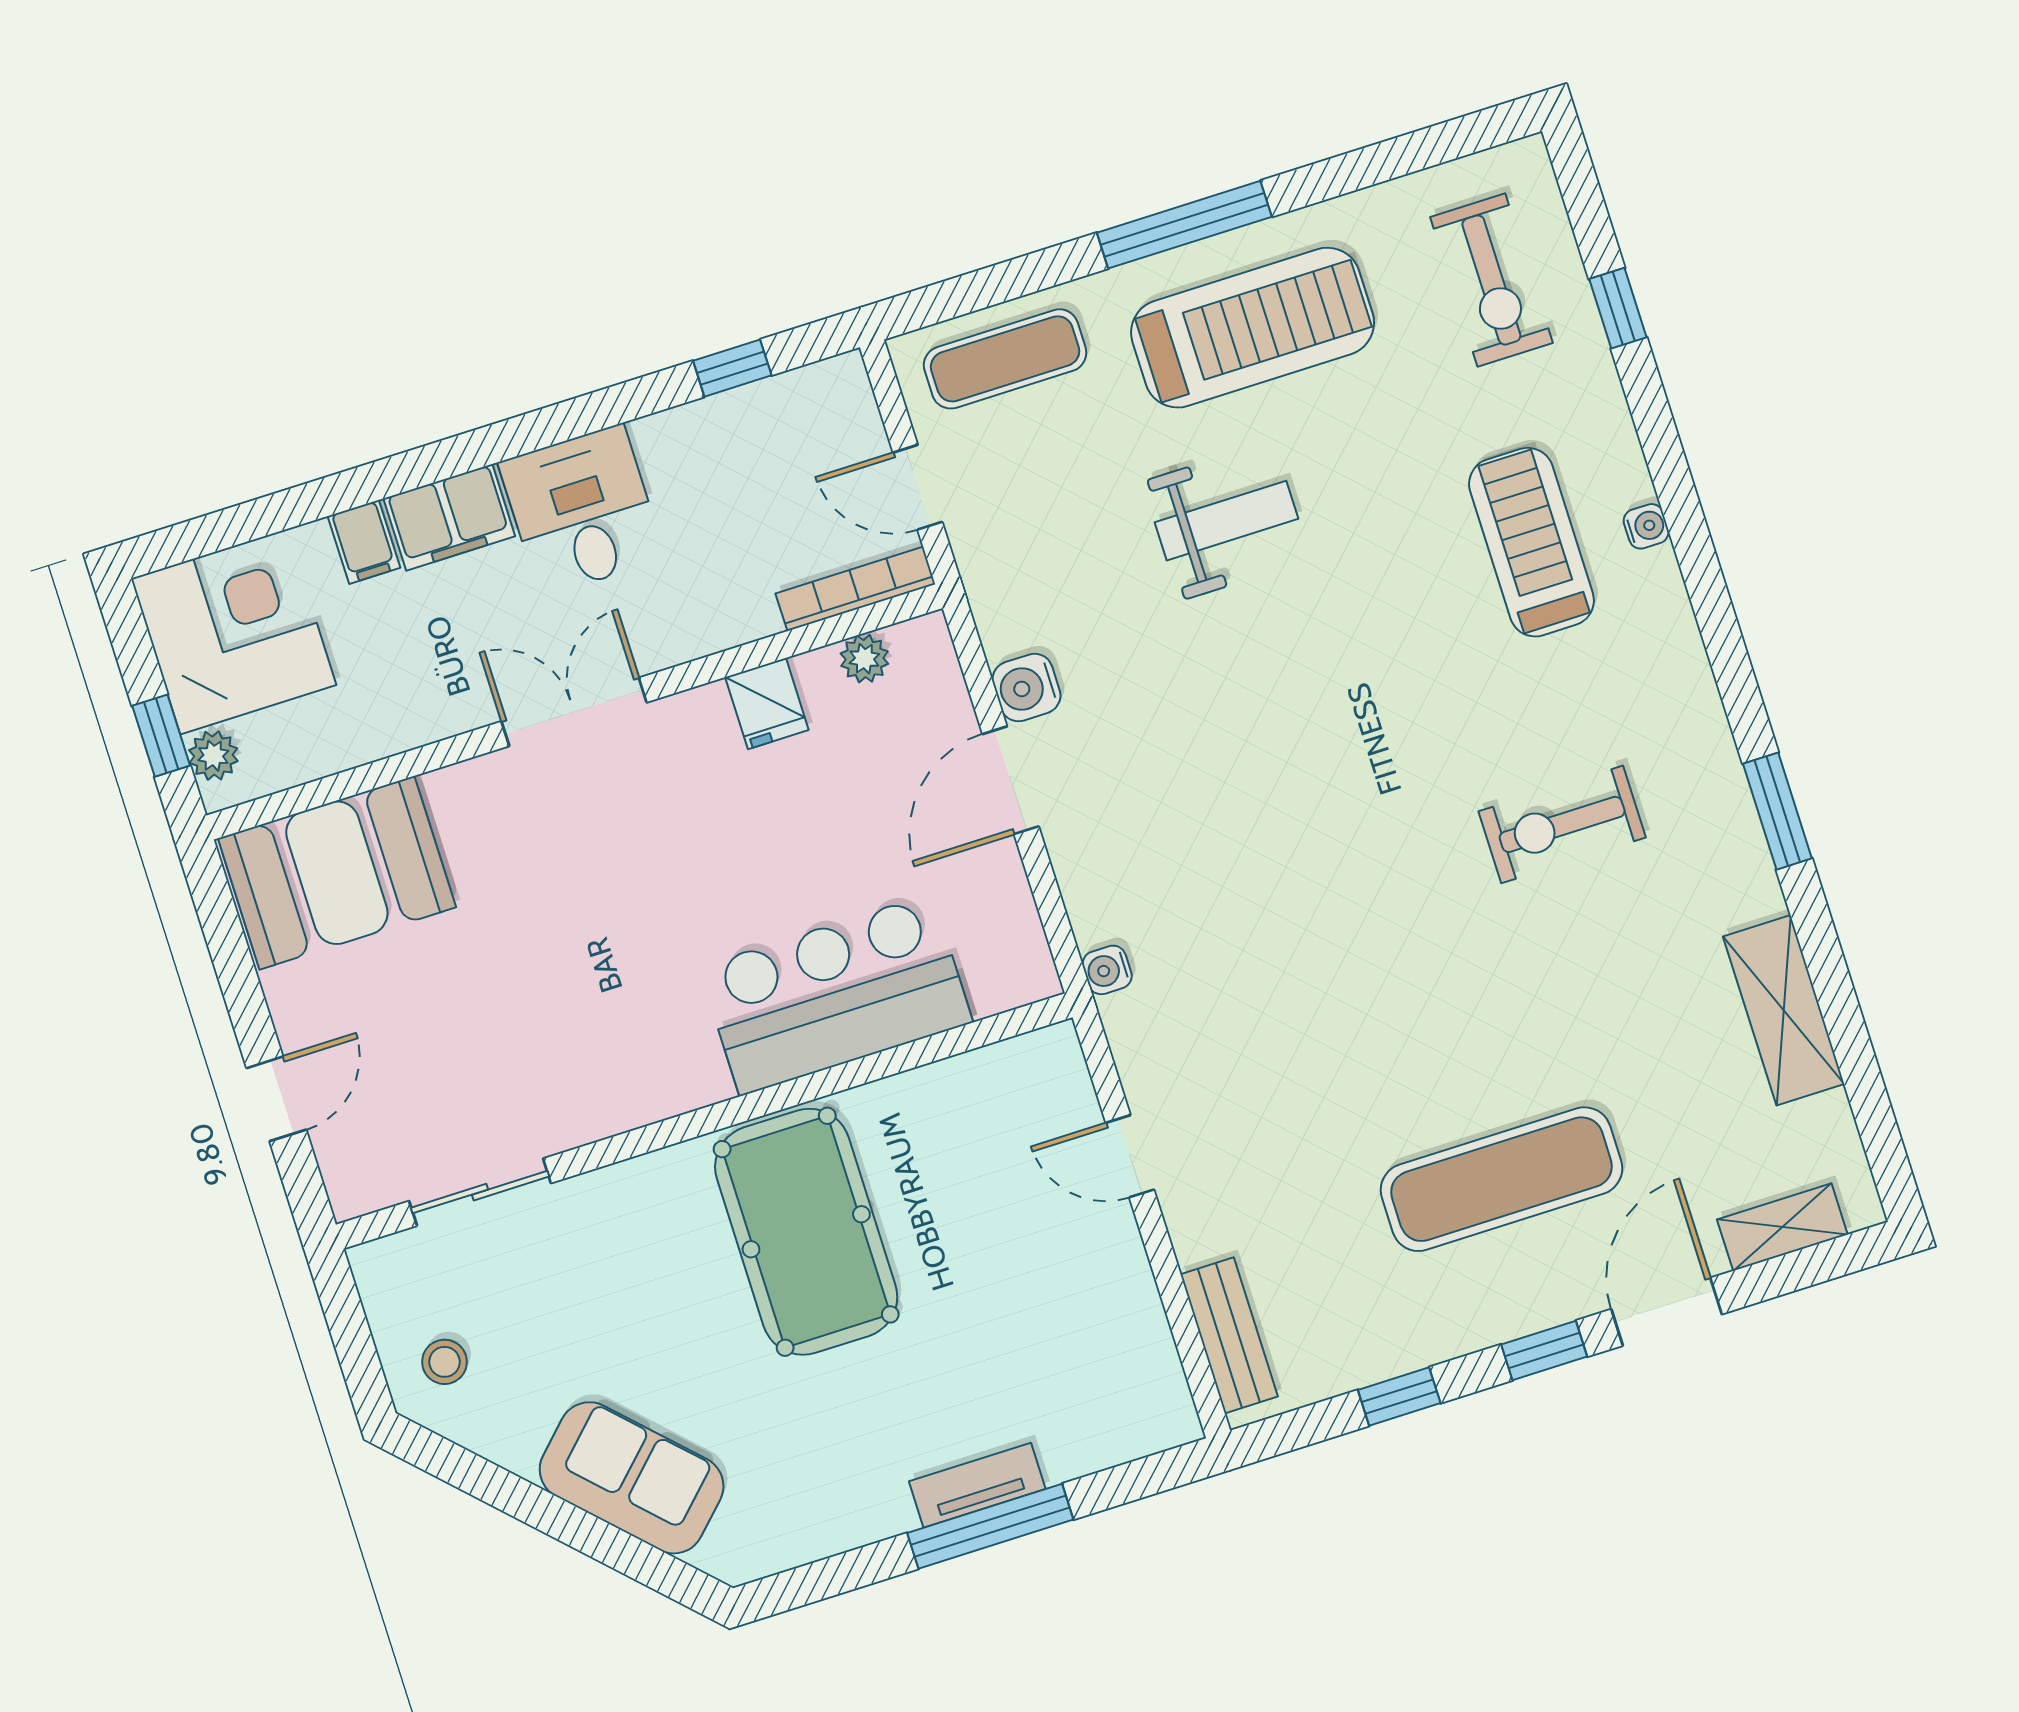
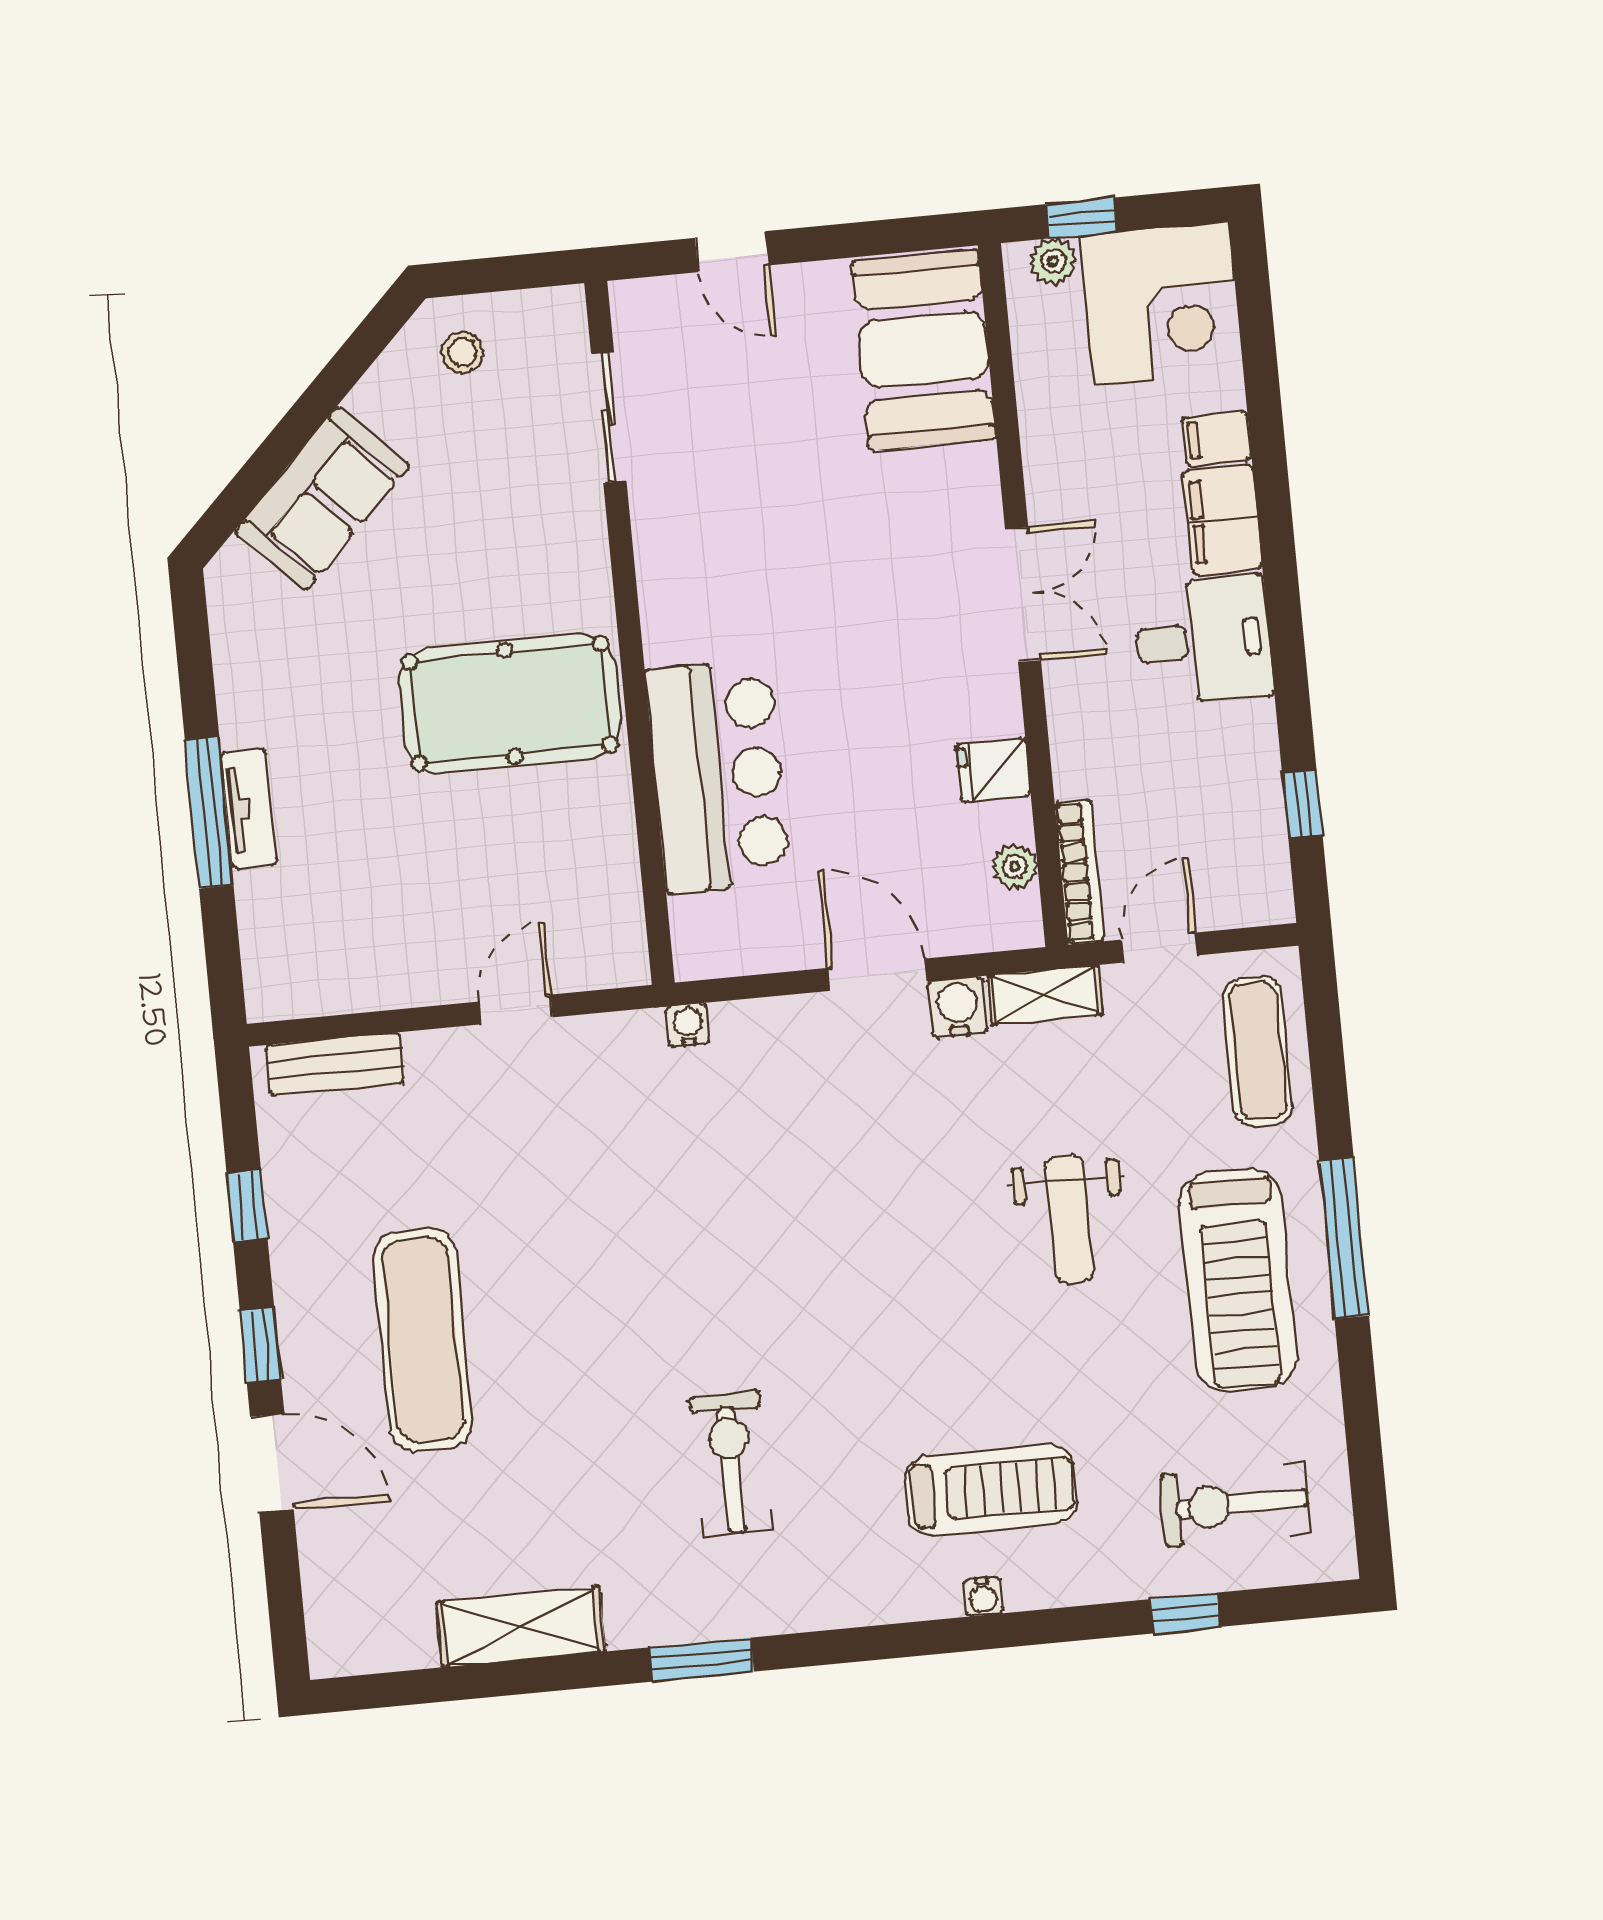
shelving: (1782, 1227) -> (1045, 995), moved, turned 90

